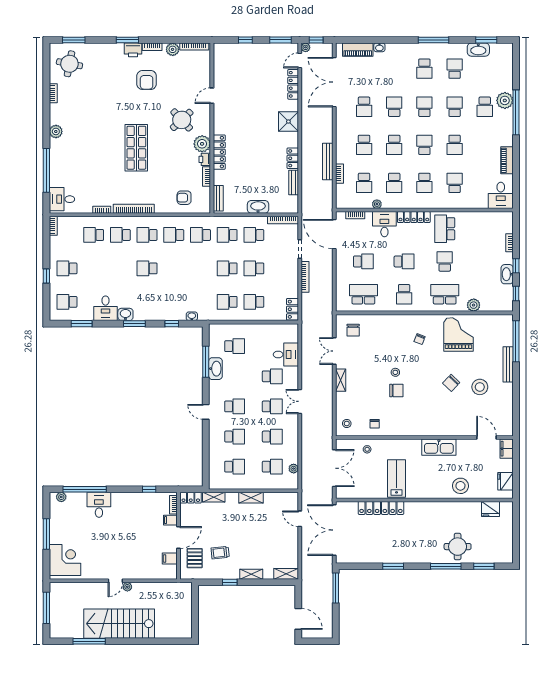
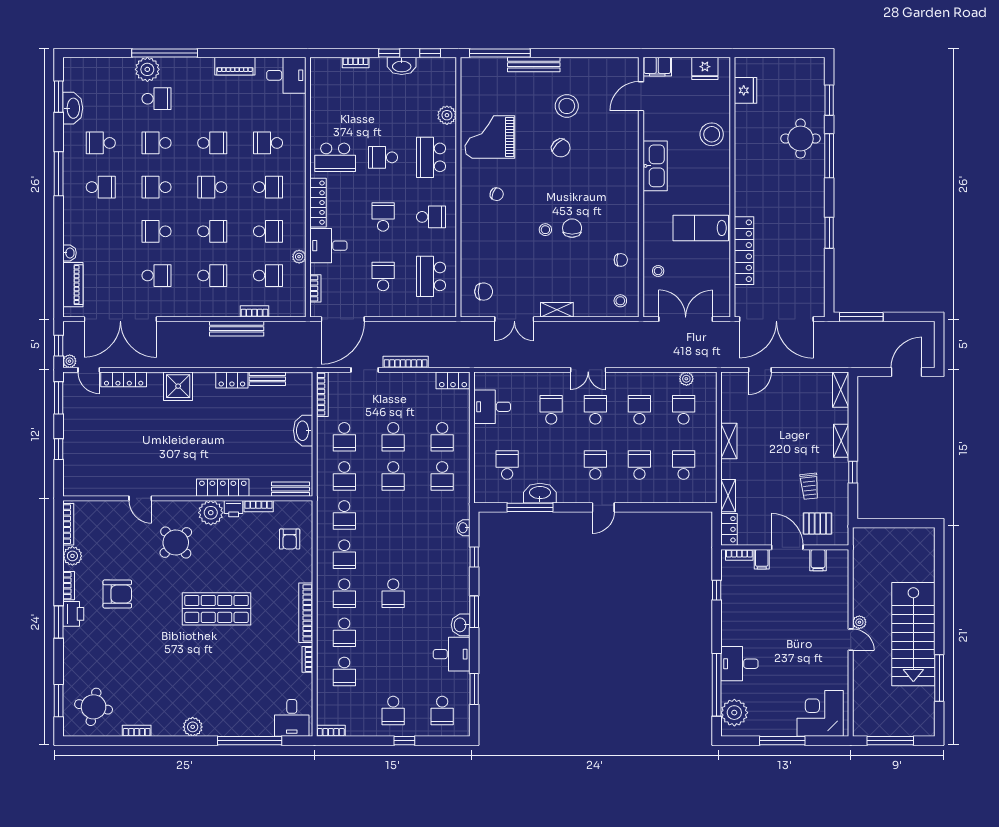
desk: (286, 355) -> (492, 407), moved, turned -90
plant: (61, 497) -> (734, 713), width x1.88, depth x1.88

